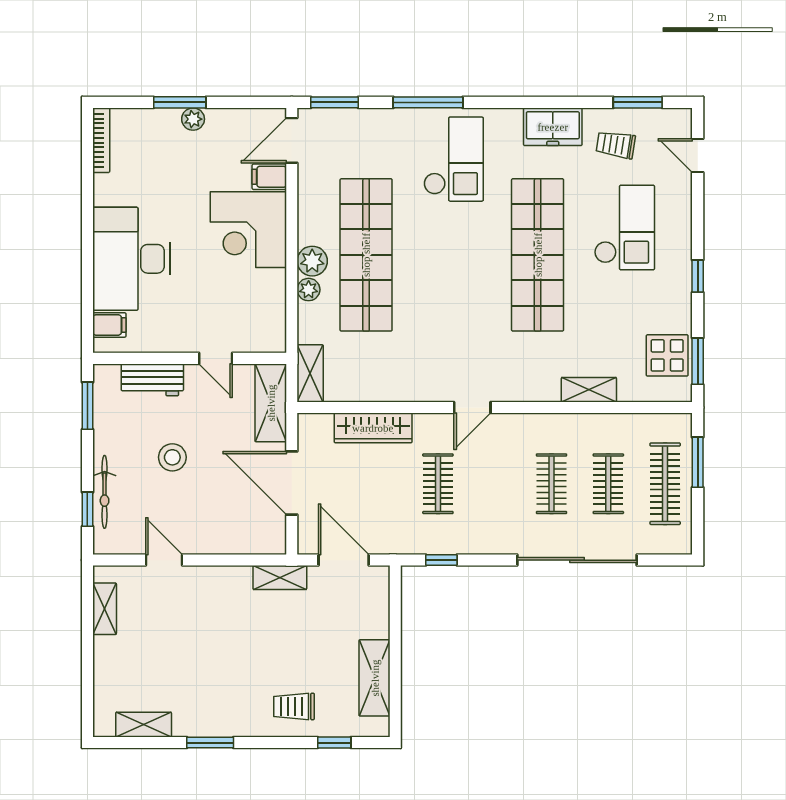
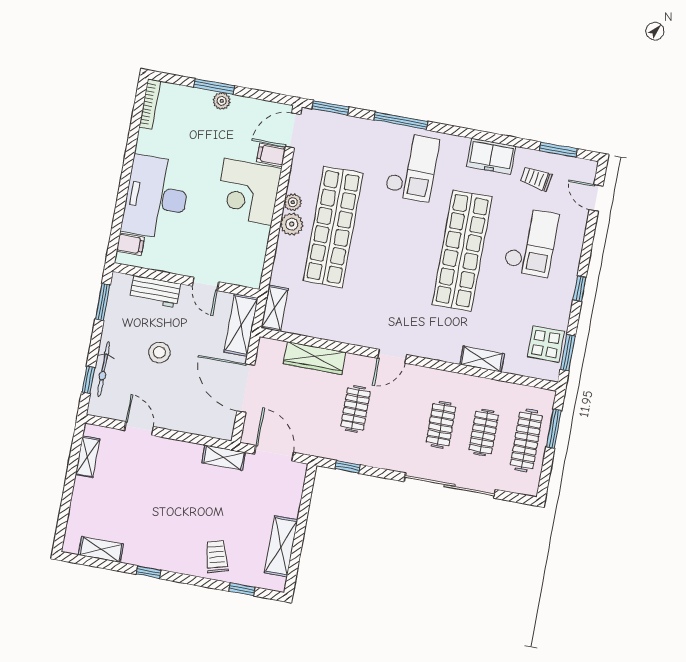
plant: (309, 290) -> (293, 202), moved
trolley: (294, 706) -> (217, 557), turned 74
window: (210, 743) -> (148, 572), width x0.67

